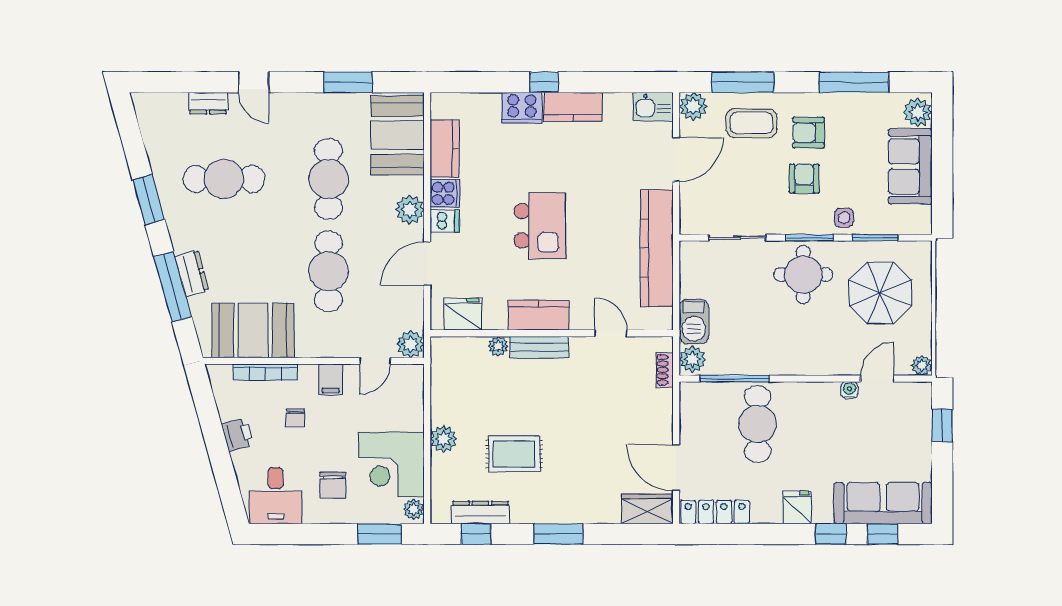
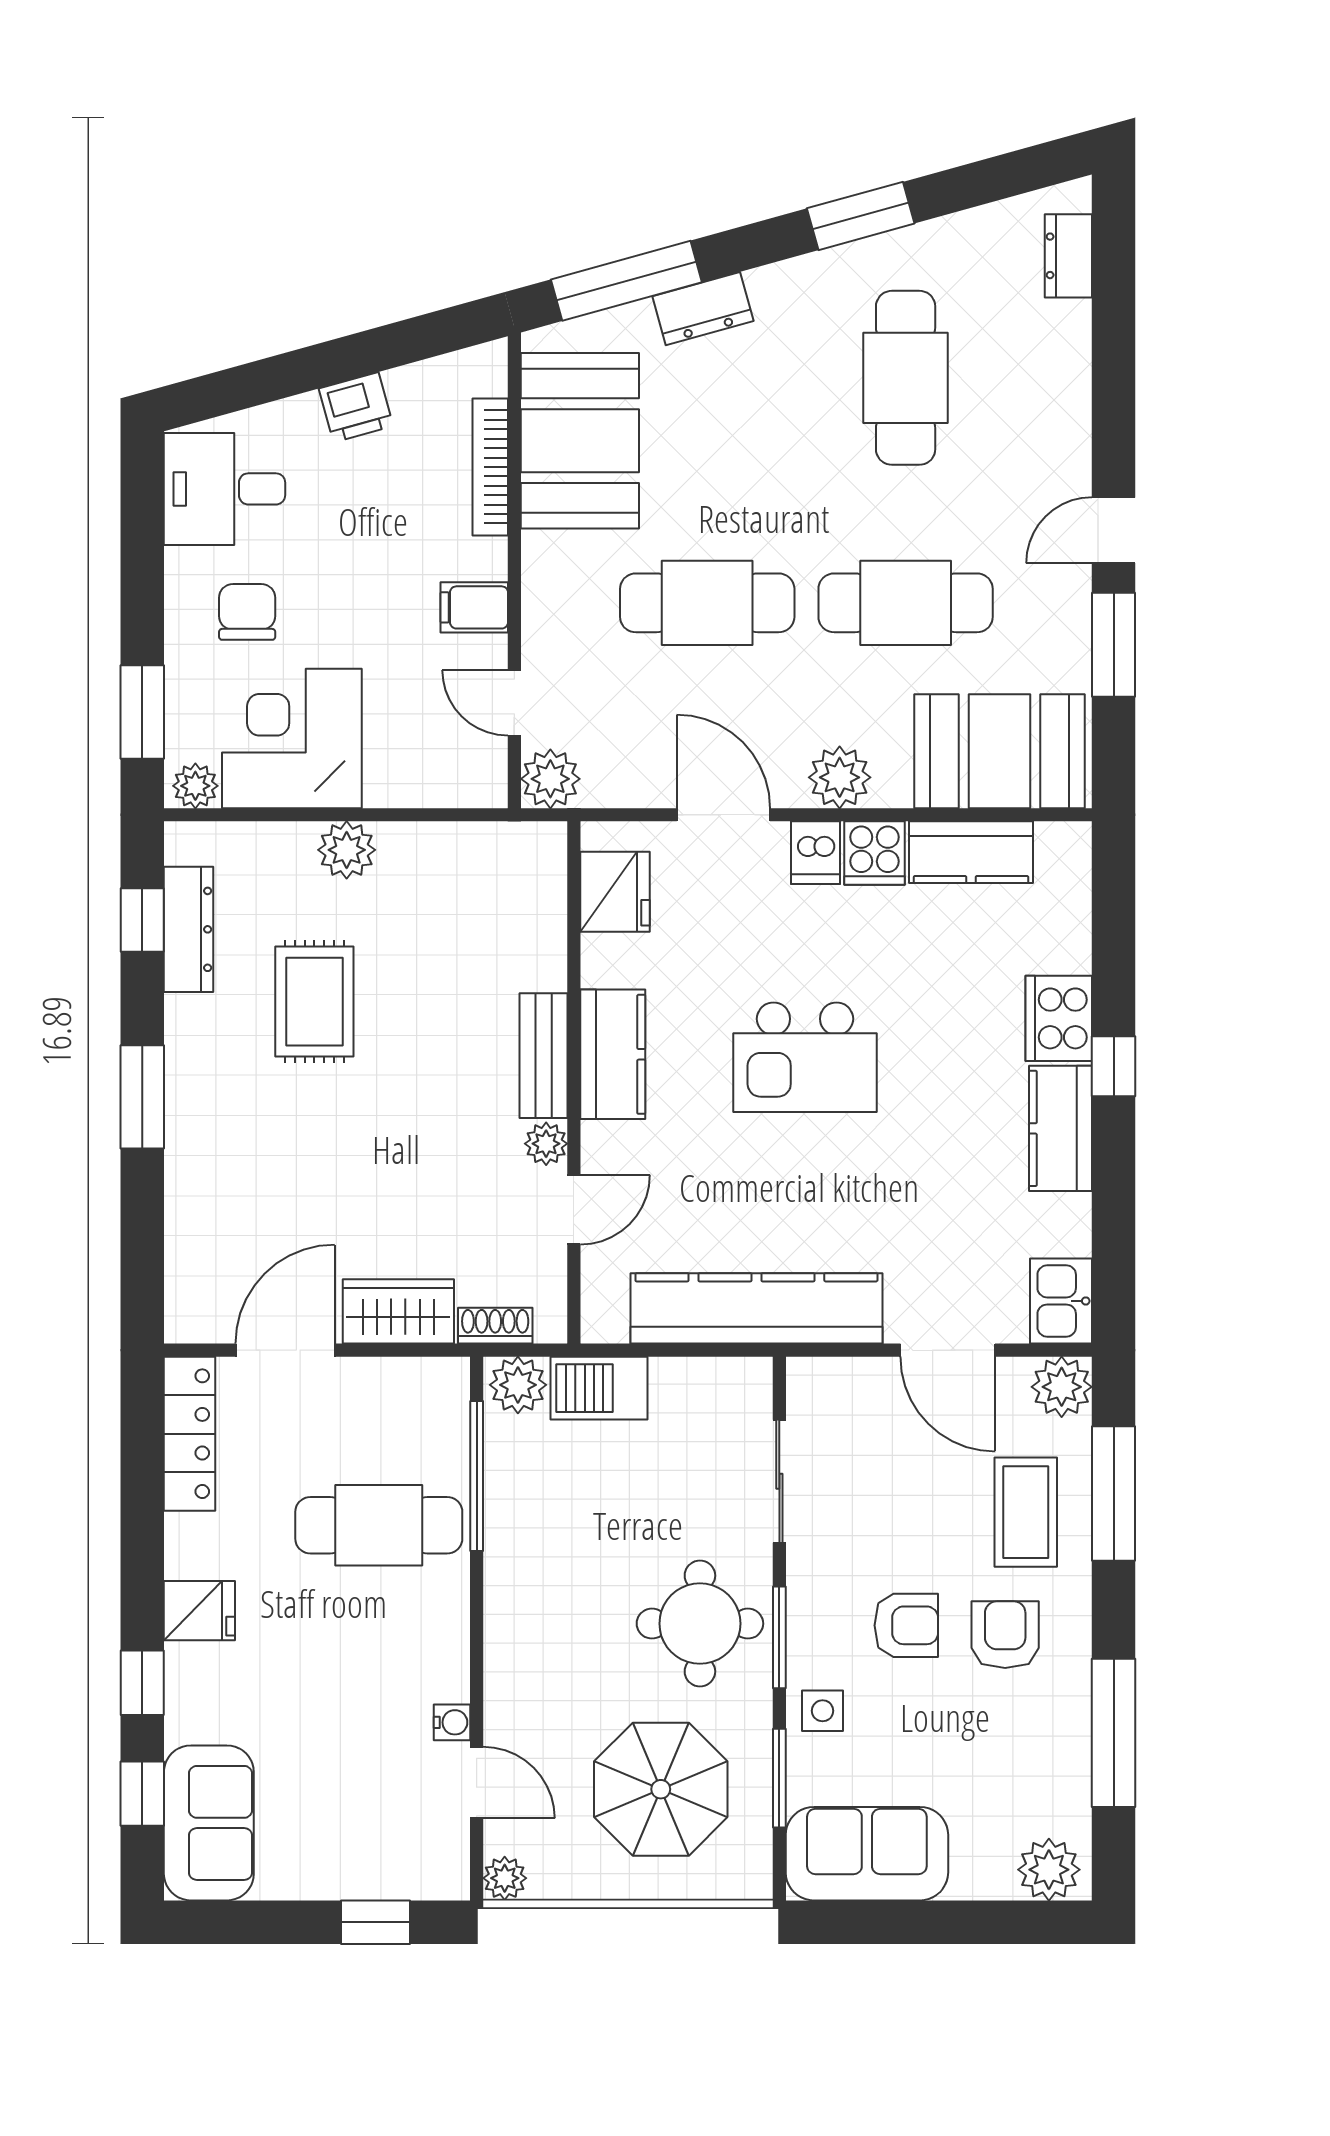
door: (254, 82) -> (1114, 530), moved
dresser: (208, 103) -> (1068, 256), moved
sofa: (910, 166) -> (867, 1854), moved
window: (173, 286) -> (626, 281), moved
plant: (498, 346) -> (546, 1144), moved
chair: (296, 418) -> (392, 532), removed
chair: (333, 485) -> (247, 612), turned 90
sofa: (883, 503) -> (209, 1823), width x0.73
wardrobe: (647, 509) -> (398, 1311), moved, turned -90

